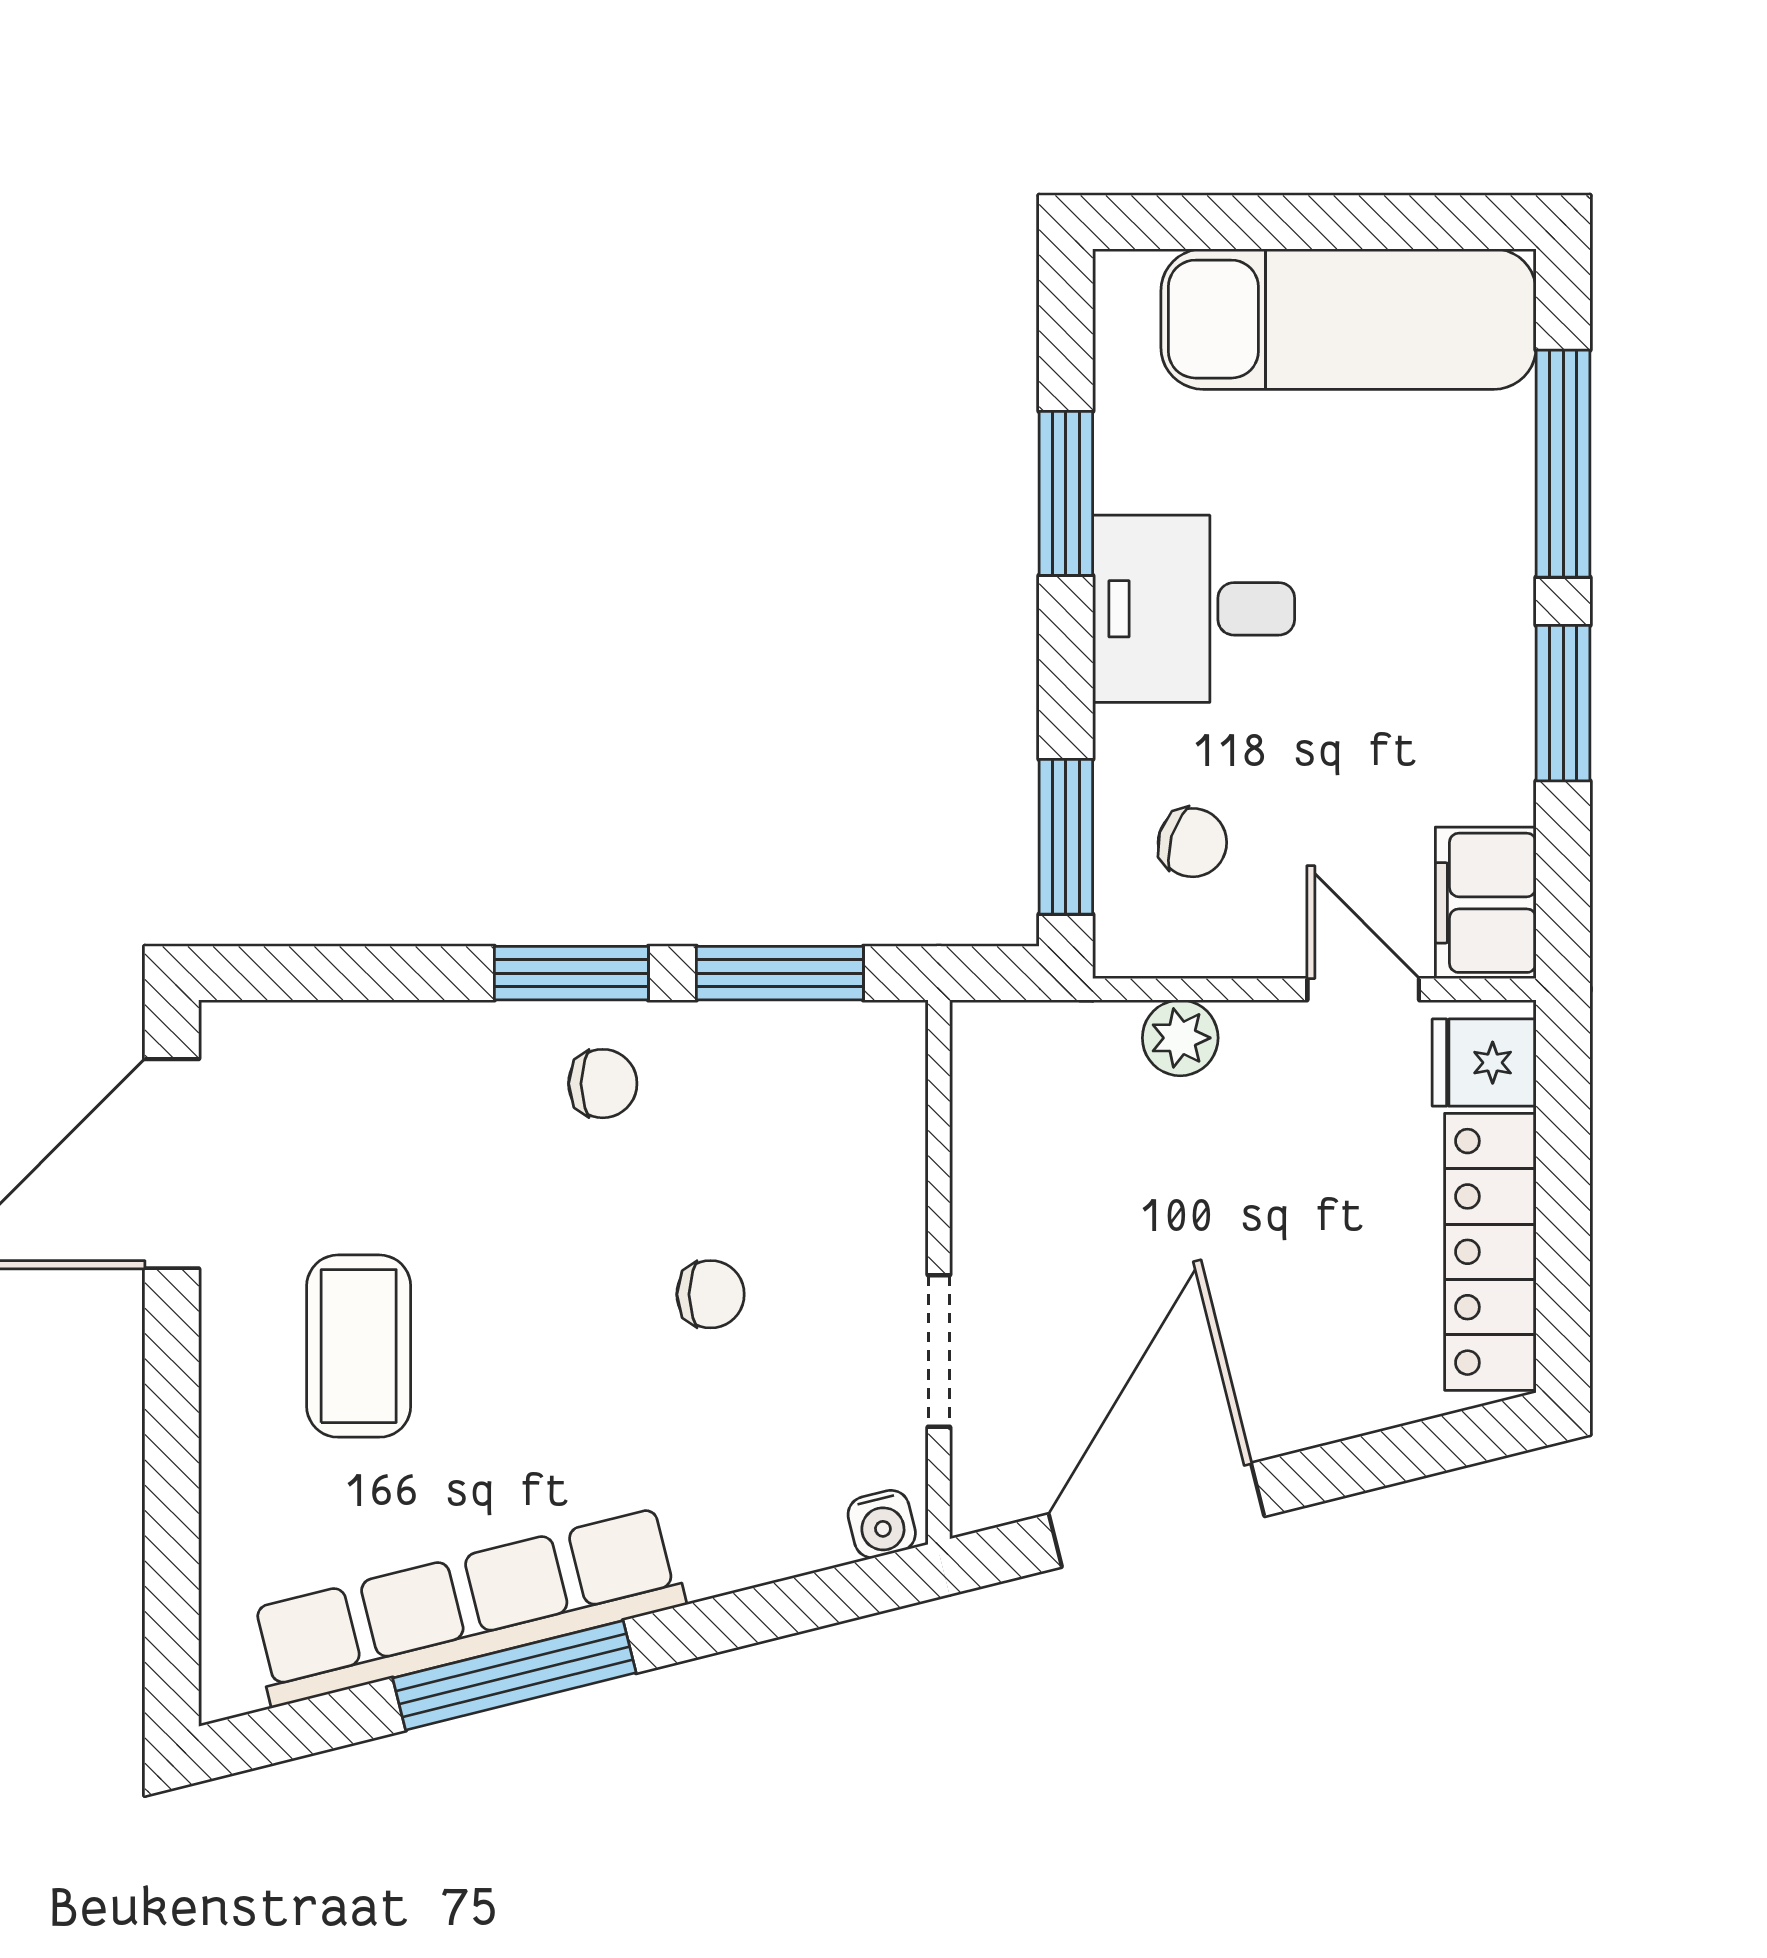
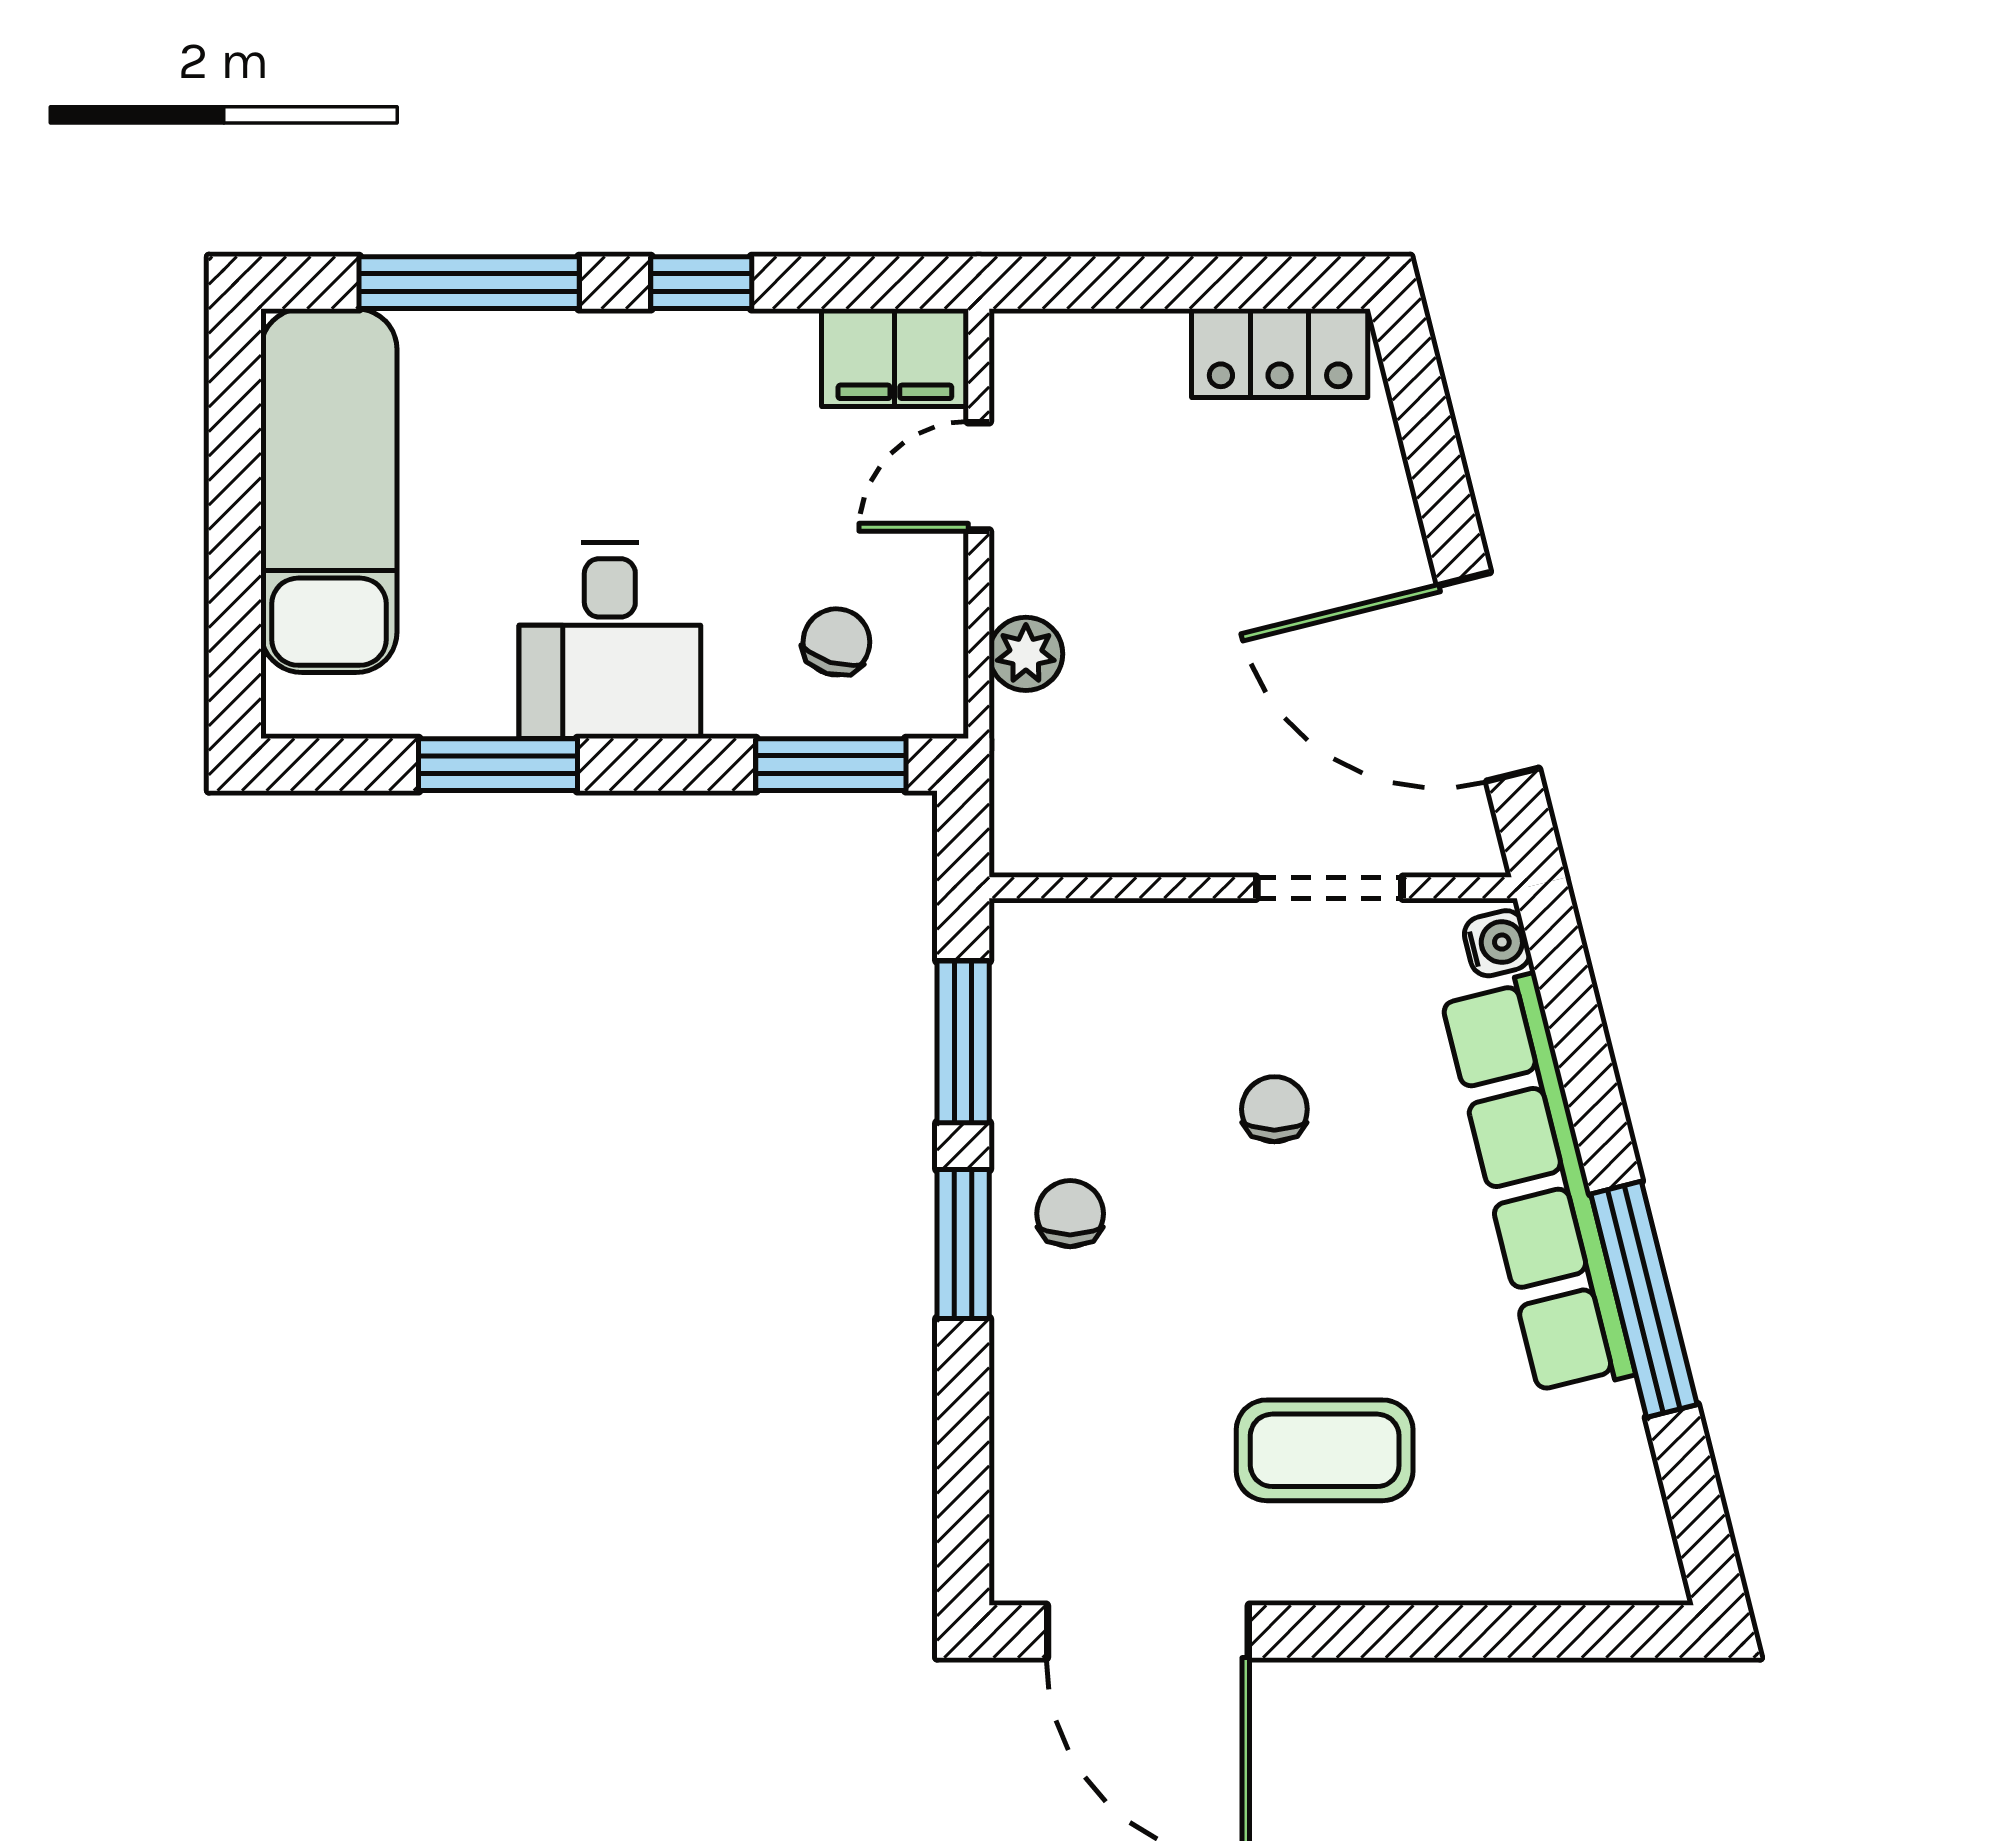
window: (1563, 703) -> (701, 283), width x0.67
fridge: (1484, 1063) -> (1050, 359), removed
locker: (1490, 1252) -> (1280, 353), width x0.66
row of seats: (467, 1607) -> (1538, 1185), moved

